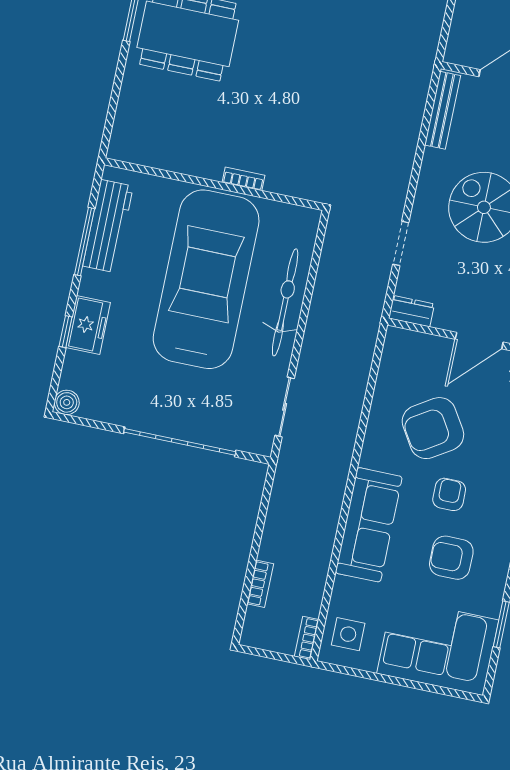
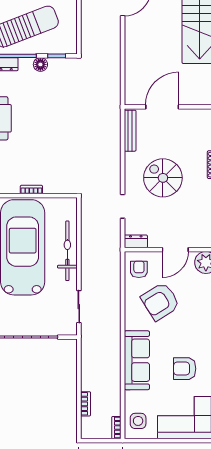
armchair: (449, 494) -> (139, 269), moved

